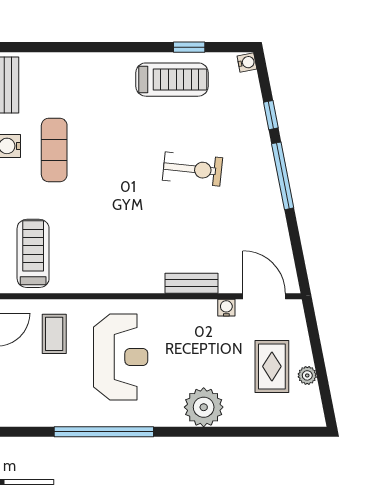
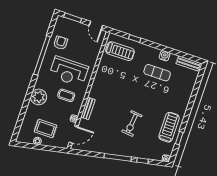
treadmill: (172, 80) -> (169, 127), turned 180
coffee table: (54, 334) -> (66, 95), moved
armchair: (60, 398) -> (61, 43), added

